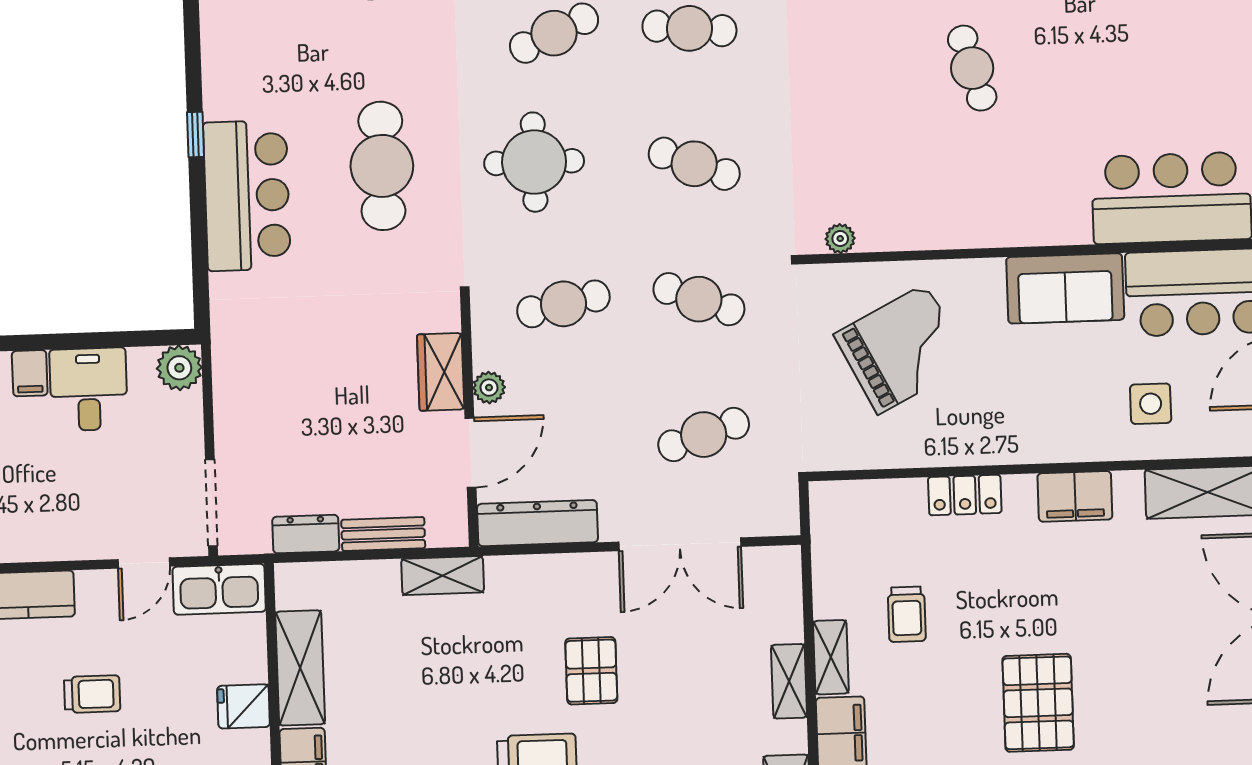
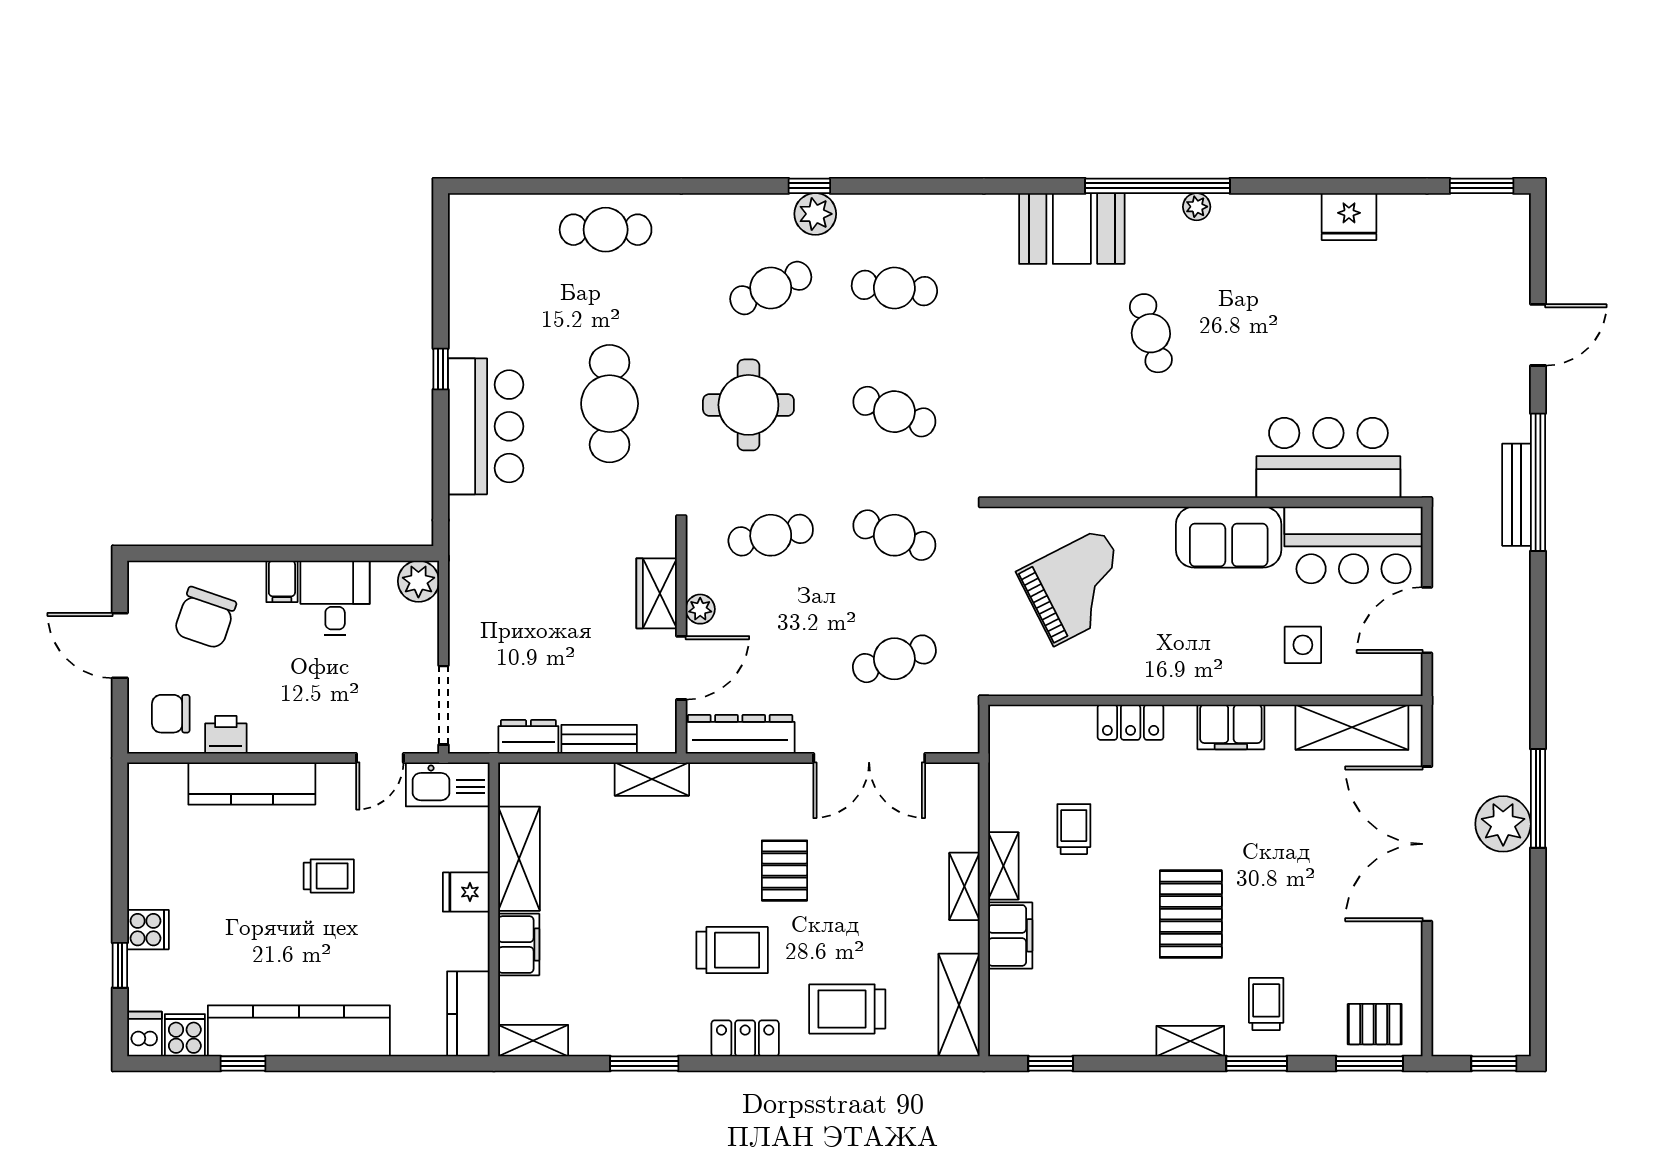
plant: (840, 239) -> (1025, 484), removed
trolley: (907, 614) -> (1074, 829), turned 180

